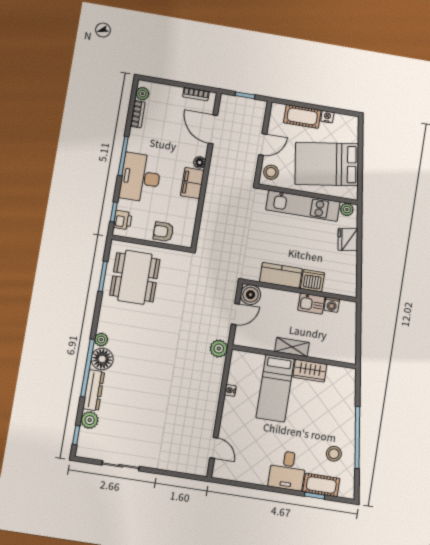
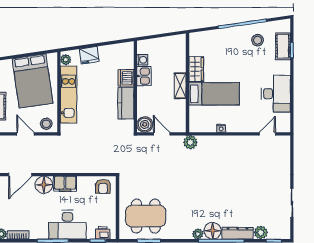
floor lamp: (200, 162) -> (44, 185), width x1.89, depth x1.89
armchair: (163, 232) -> (103, 186), moved
desk: (287, 470) -> (276, 94), moved, width x1.37

